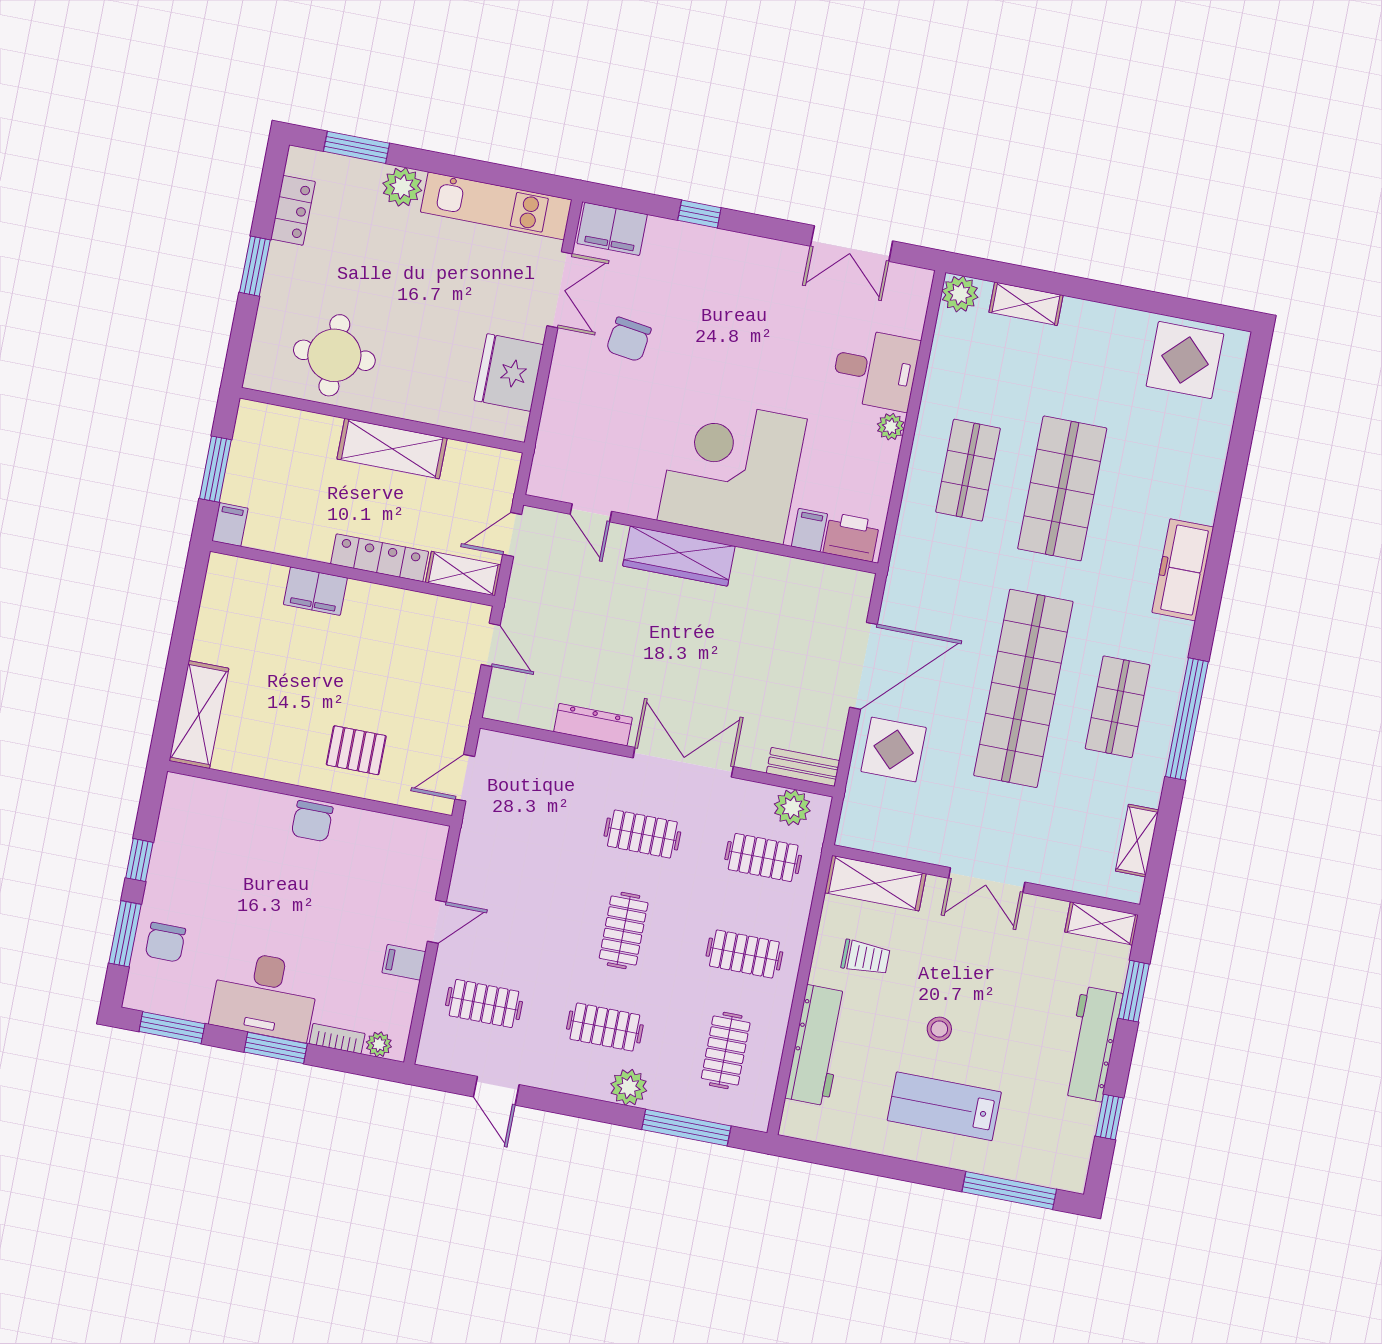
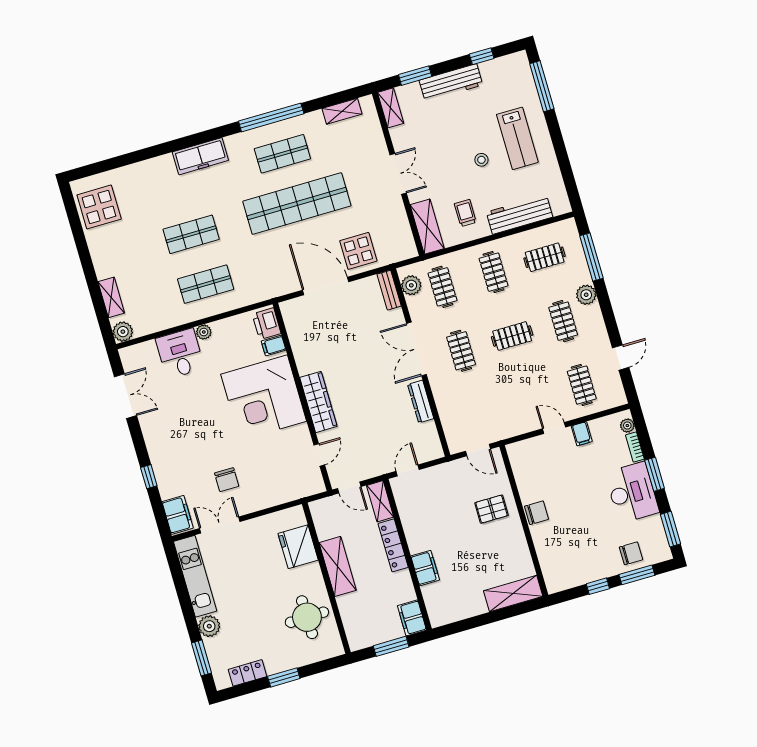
chair: (629, 339) -> (227, 480), turned 82
fridge: (509, 373) -> (298, 547), moved, turned 90
shop shelf: (1062, 488) -> (191, 234), width x0.70, depth x0.74
filing cabinet: (230, 525) -> (412, 618), width x2.00
pallet: (356, 750) -> (492, 509), turned 90

